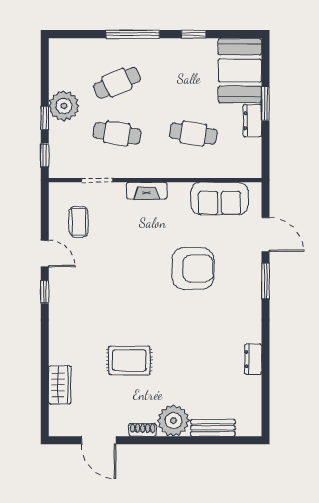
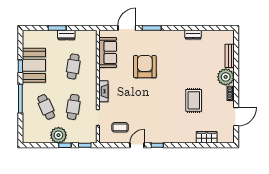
booth: (240, 71) -> (34, 65), moved, turned 90

